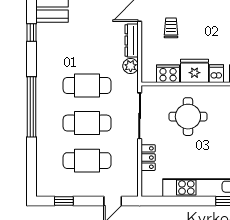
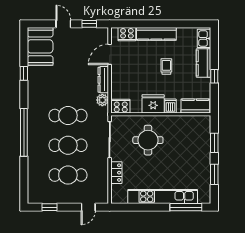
trolley: (171, 28) -> (166, 66), moved
cooker: (168, 74) -> (121, 106), moved

